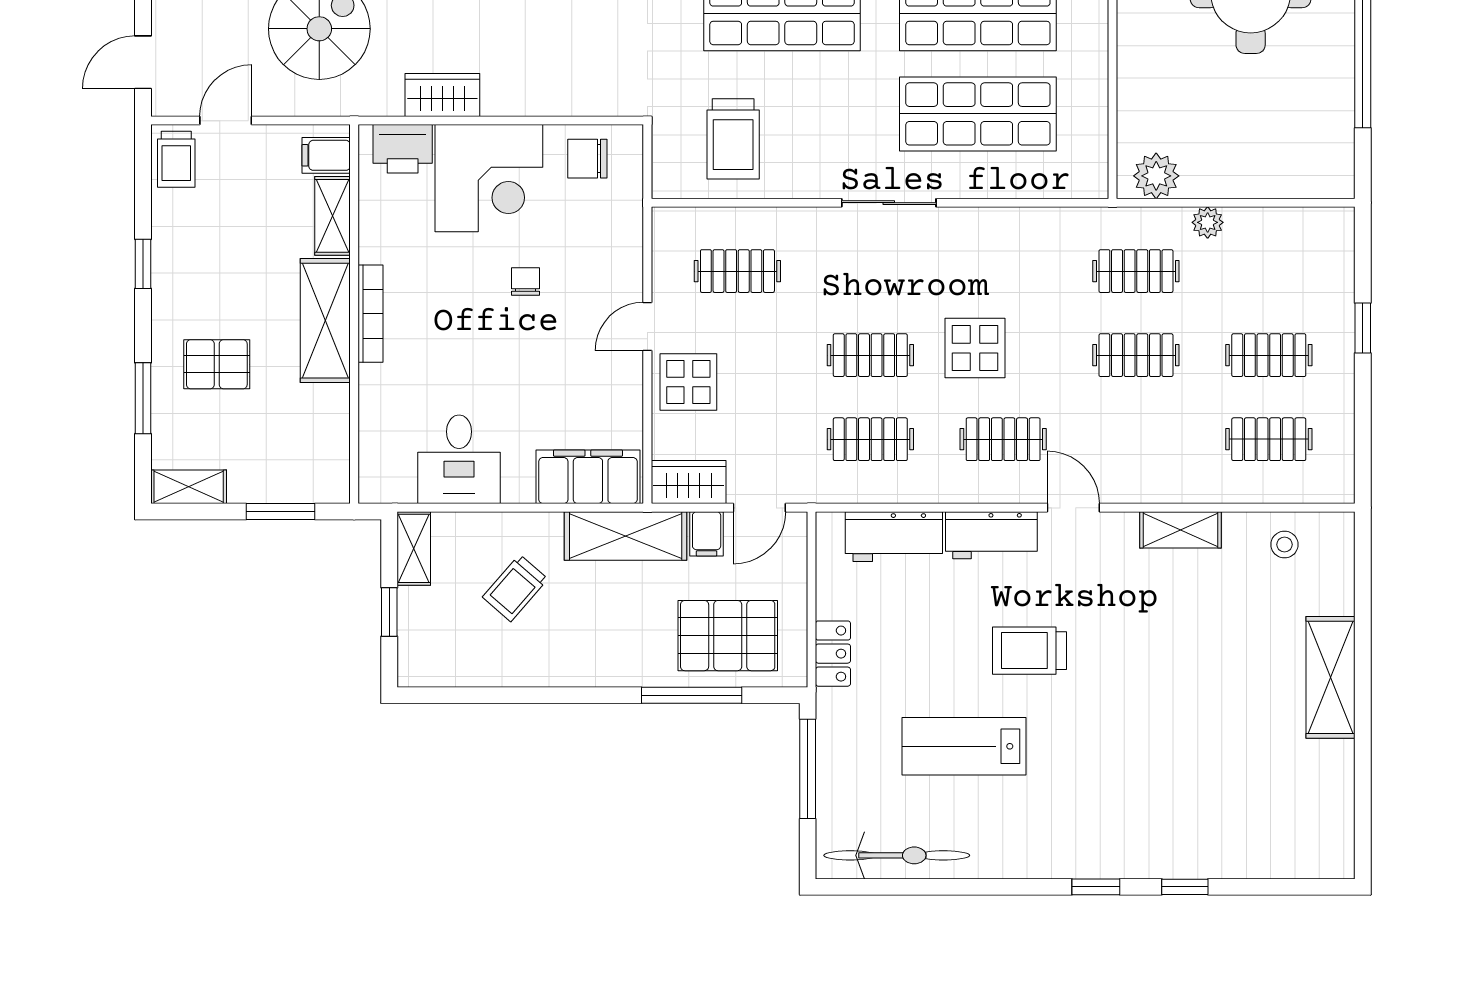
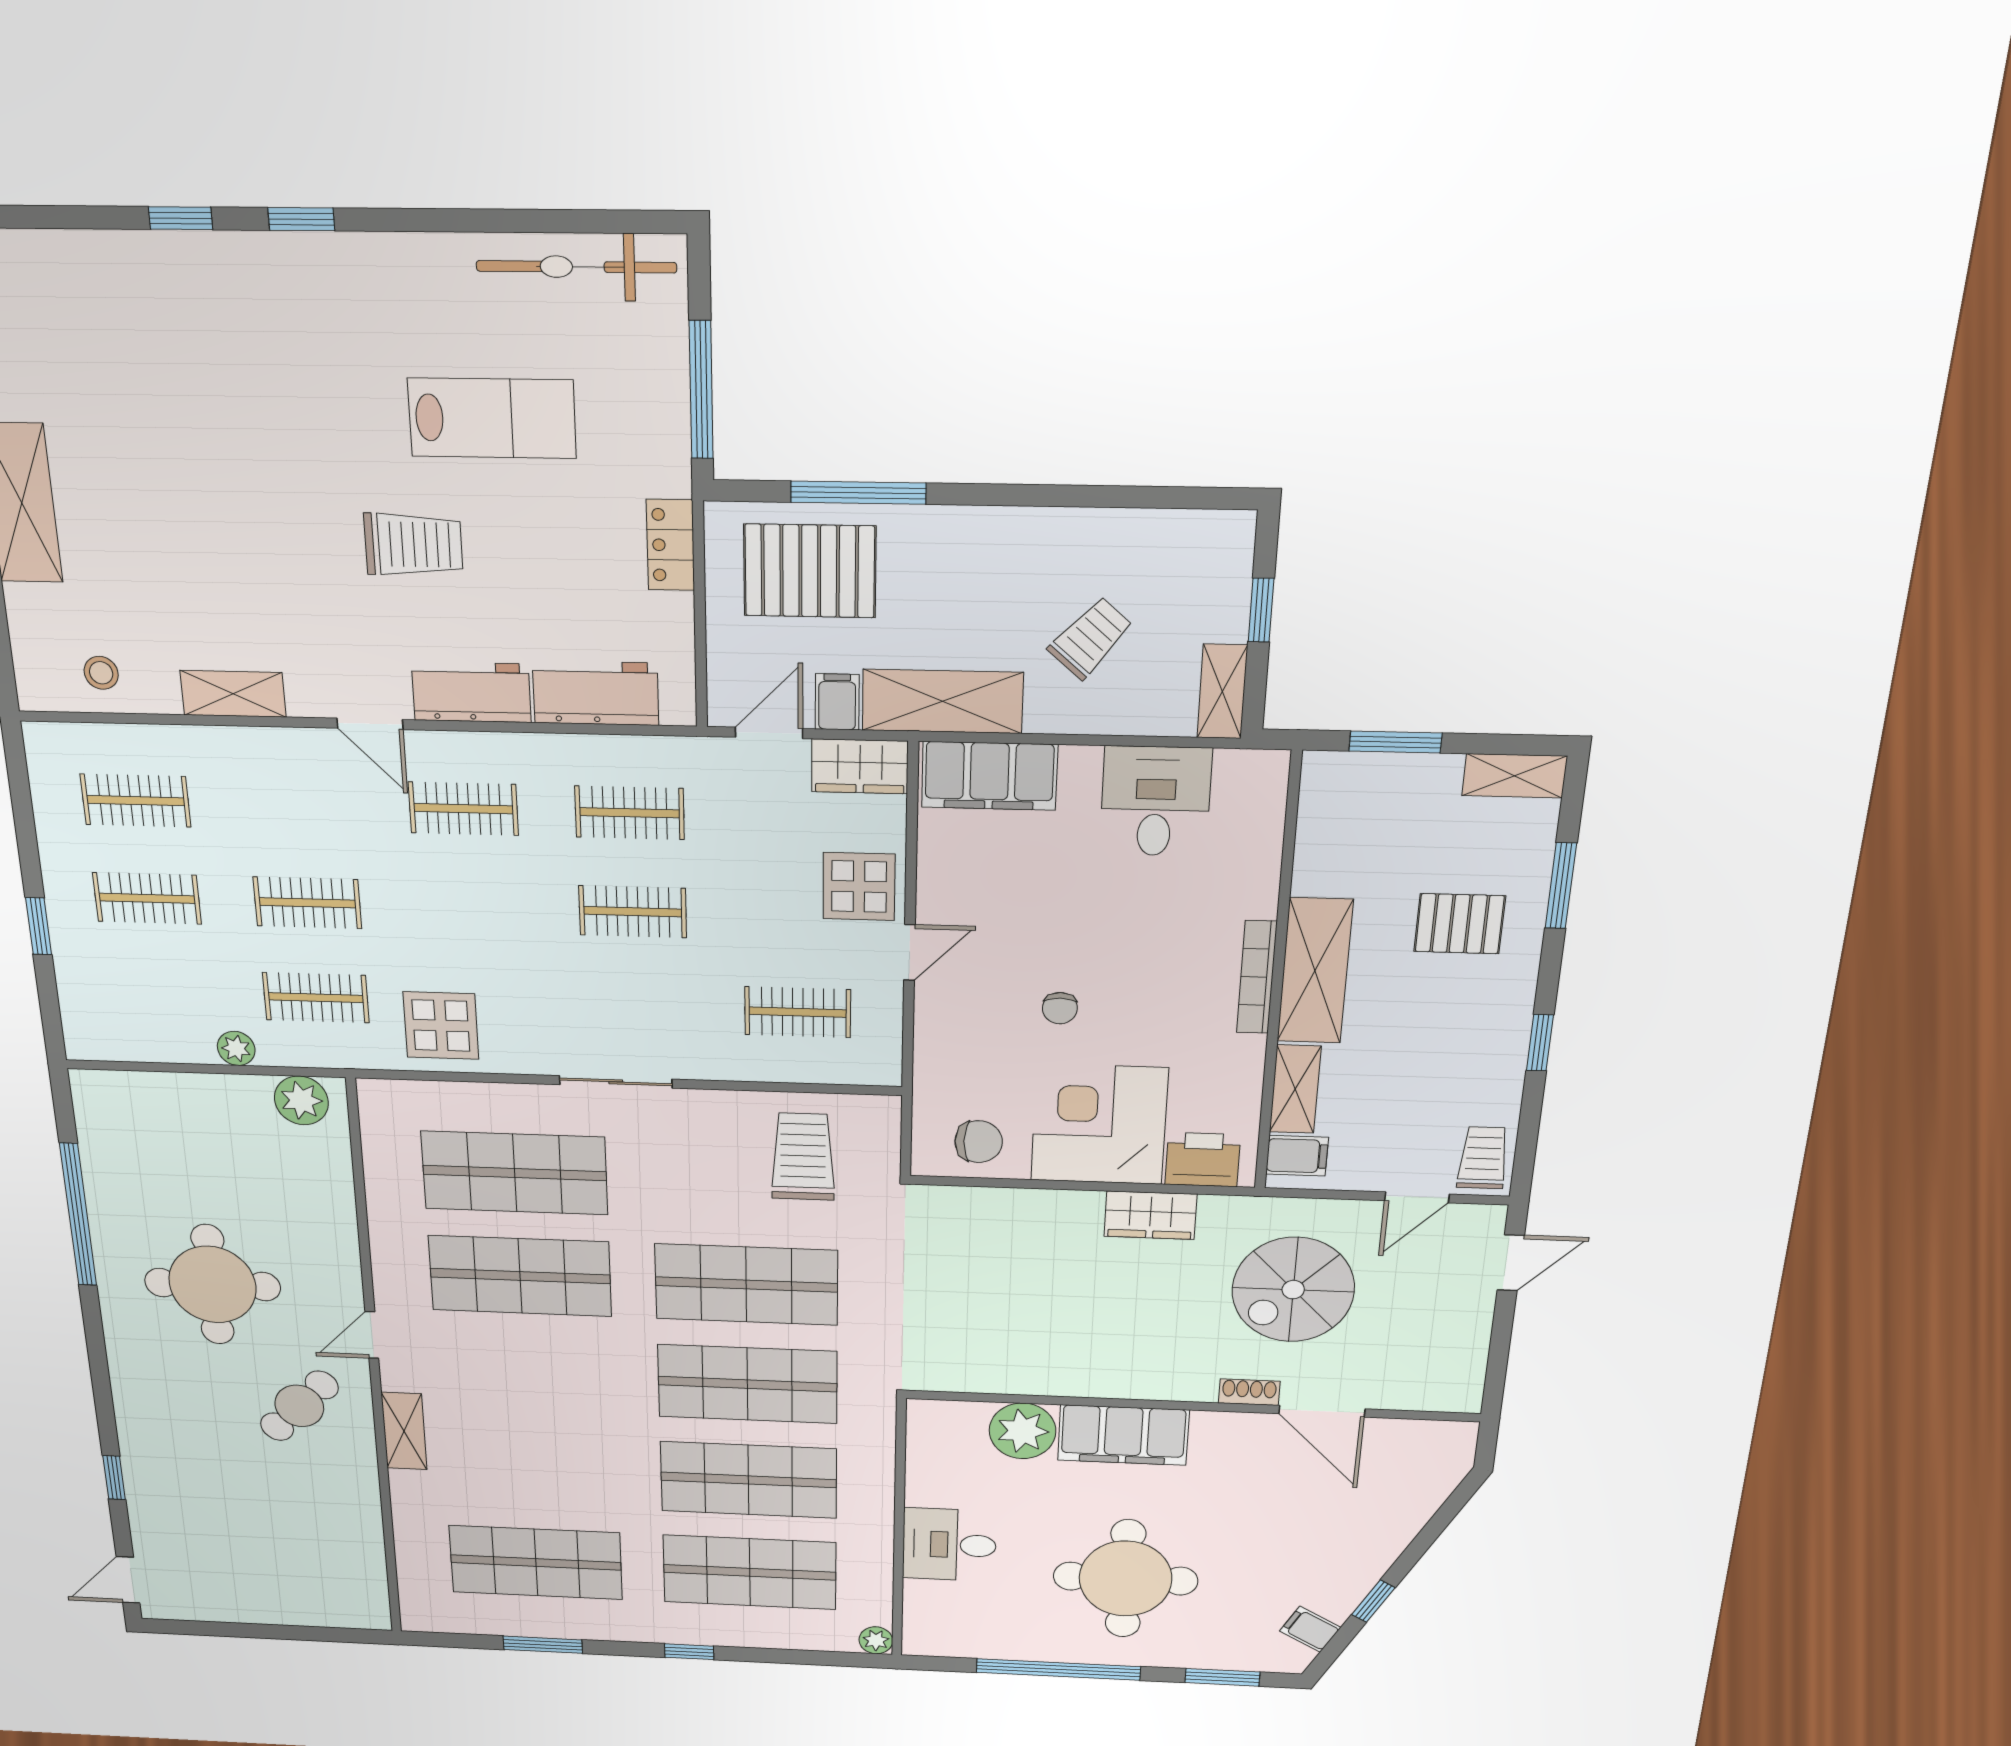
display table: (975, 348) -> (441, 1026), moved

